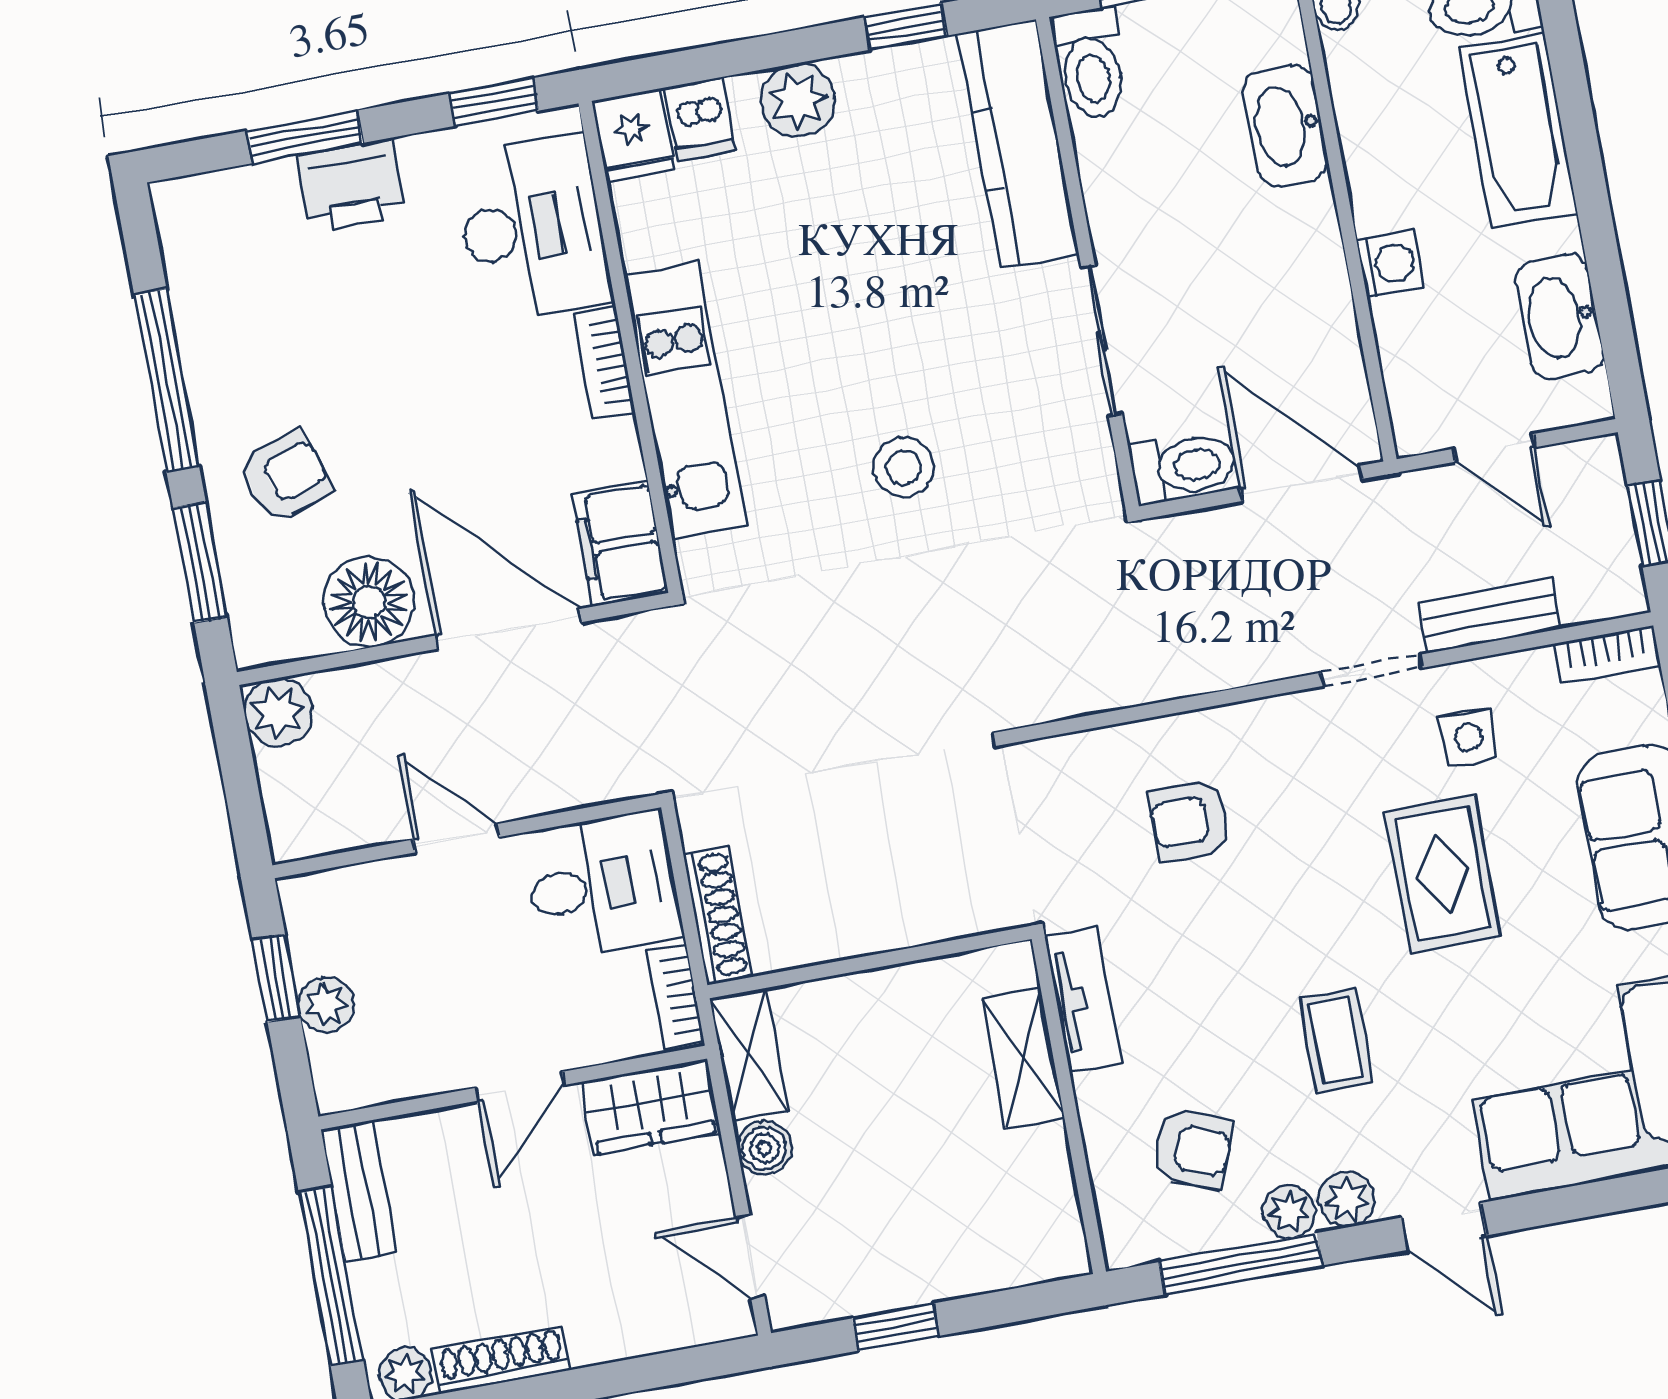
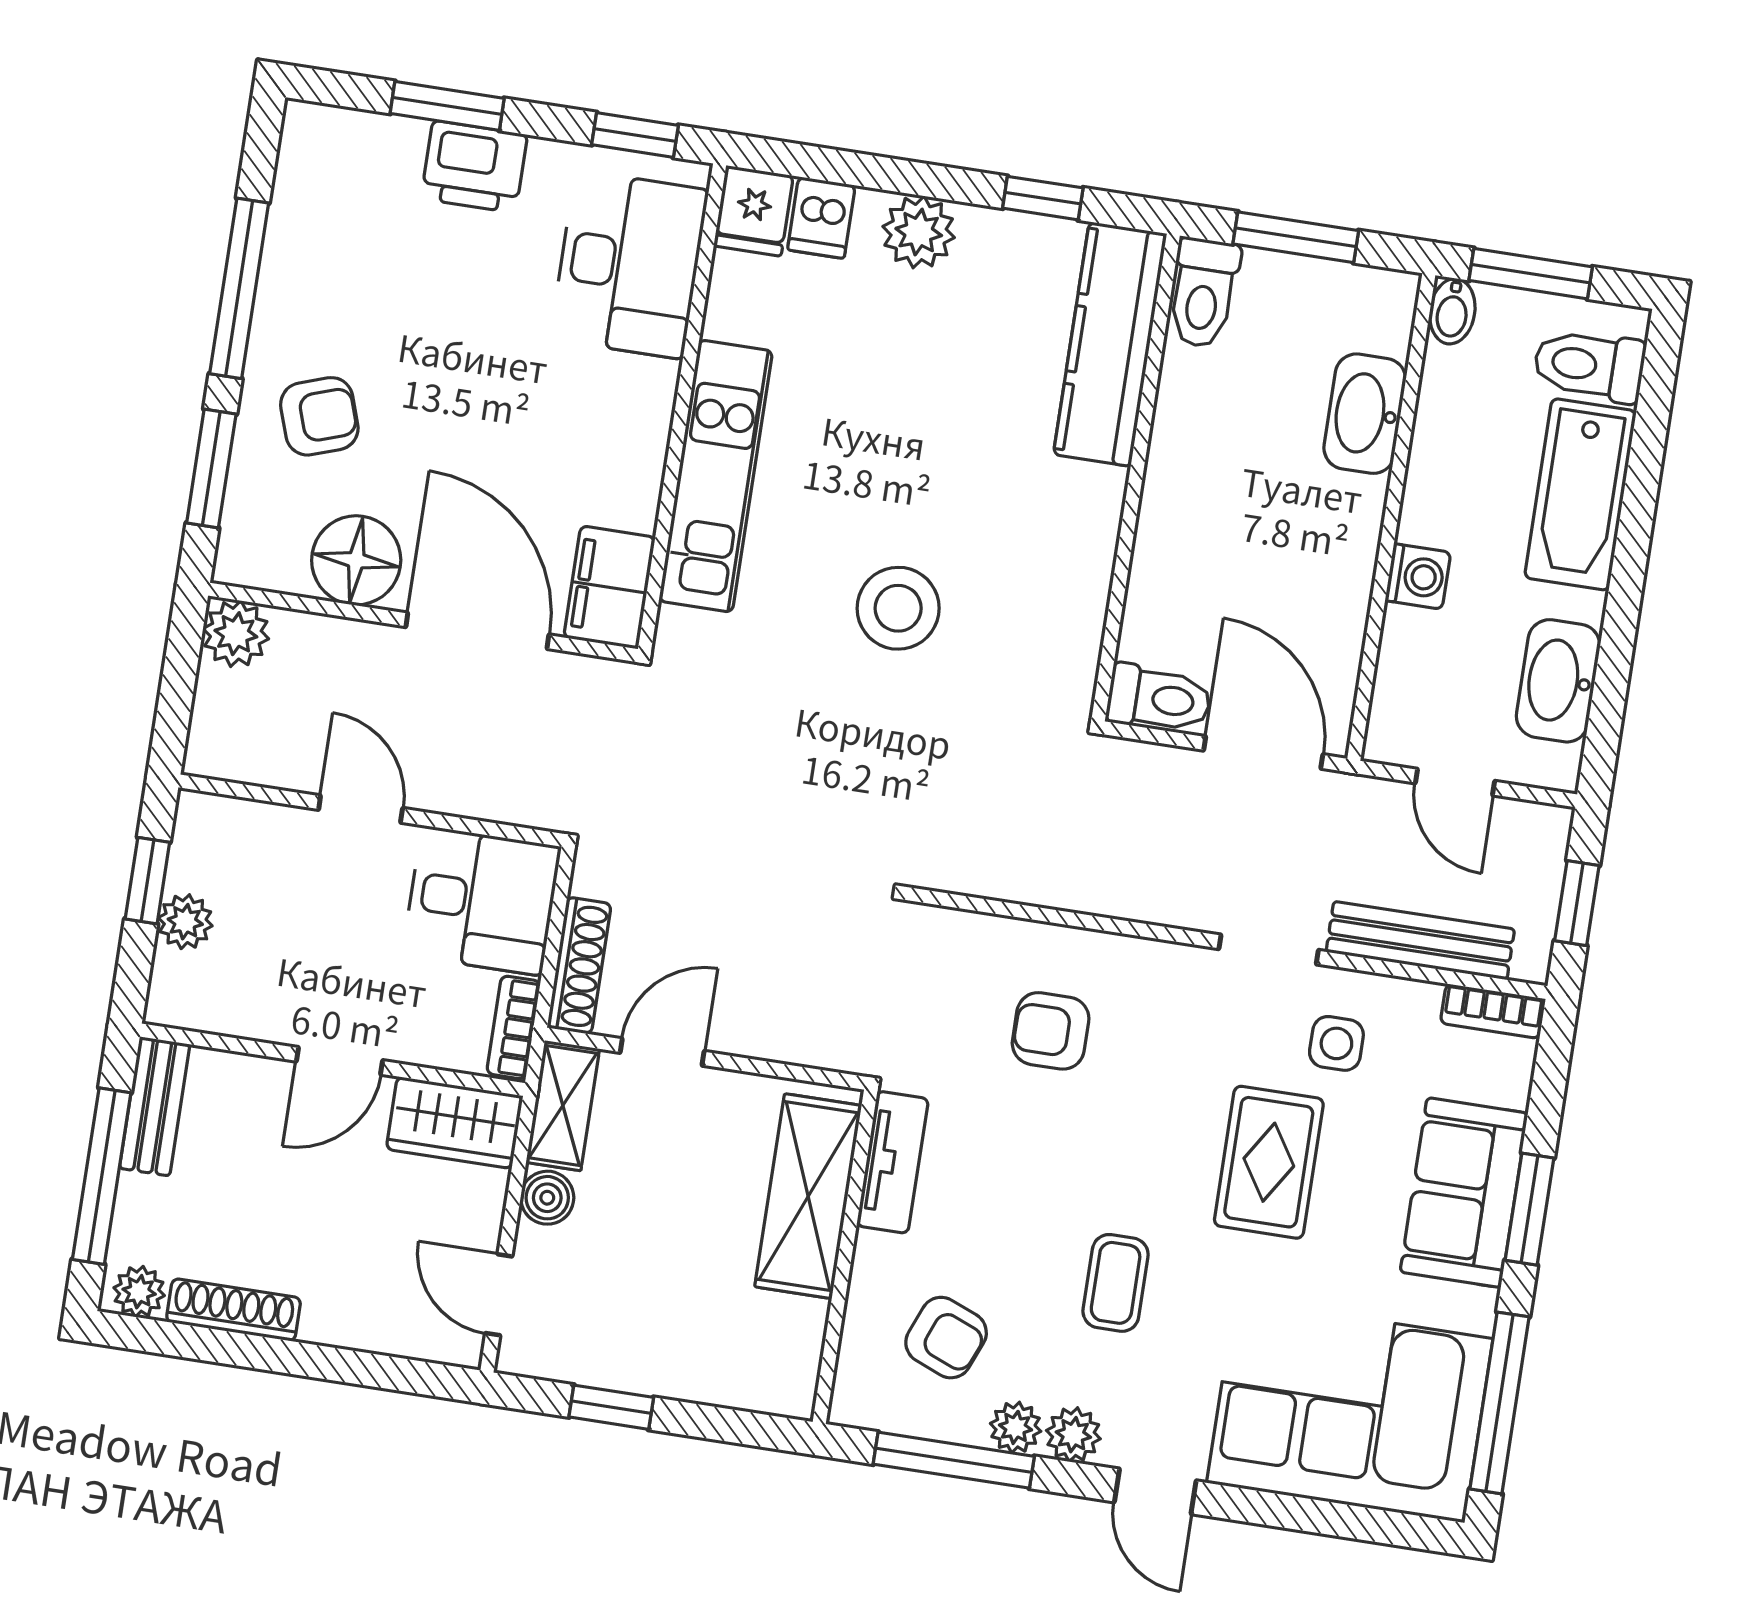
sliding door: (1102, 341) -> (1124, 555), removed
bookcase: (604, 363) -> (653, 414), removed
stool: (904, 467) -> (898, 608), width x1.38, depth x1.38
bench: (1490, 616) -> (1420, 940), width x1.36
door: (826, 970) -> (662, 1052), added
shelving: (1023, 1058) -> (808, 1196), width x1.50, depth x1.33

